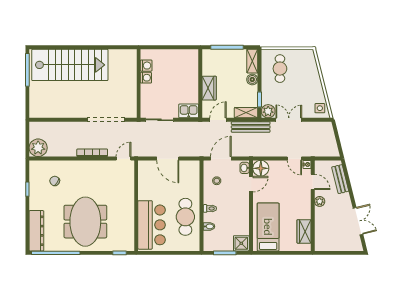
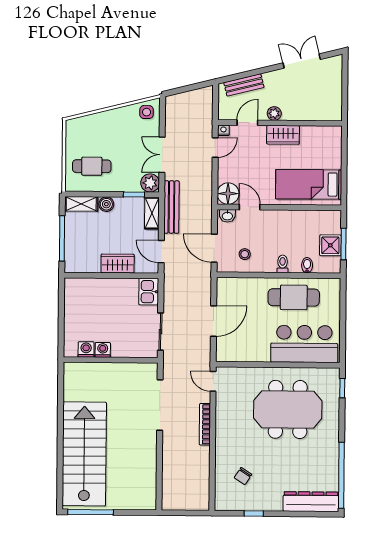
plant: (38, 148) -> (197, 498), removed
meeting table: (85, 222) -> (288, 409), moved
wardrobe: (304, 231) -> (283, 135), moved
shower: (241, 243) -> (330, 245), moved

